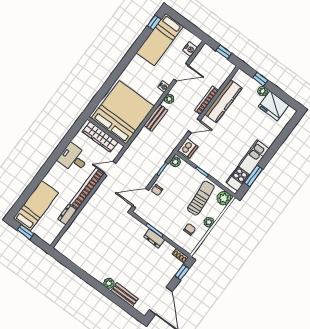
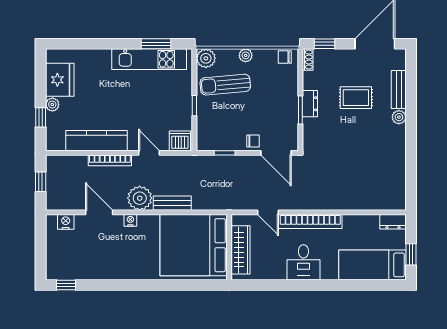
bed: (160, 40) -> (80, 264), removed
plant: (169, 99) -> (140, 198), width x1.88, depth x1.88
desk: (73, 158) -> (303, 262), moved
plant: (175, 162) -> (206, 144), removed
dresser: (67, 215) -> (393, 222), moved
chair: (190, 229) -> (285, 57), moved
rug: (138, 267) -> (356, 98), added

